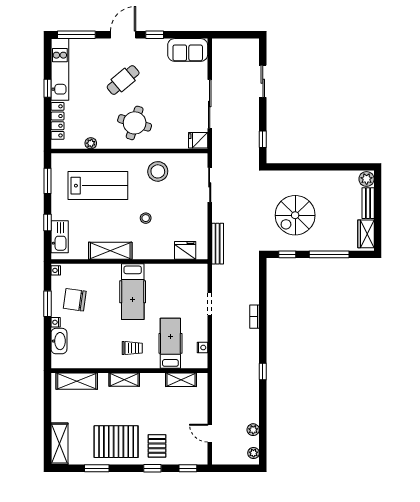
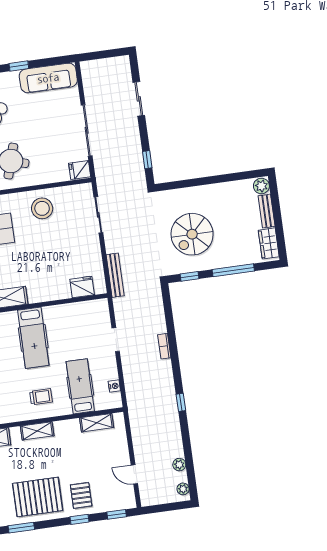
sofa: (188, 50) -> (48, 78), width x1.36
stool: (146, 218) -> (36, 259), removed

